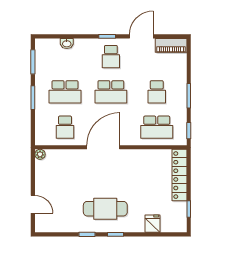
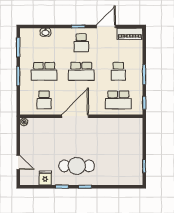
locker: (179, 175) -> (137, 139), removed
fridge: (153, 224) -> (45, 178), moved

